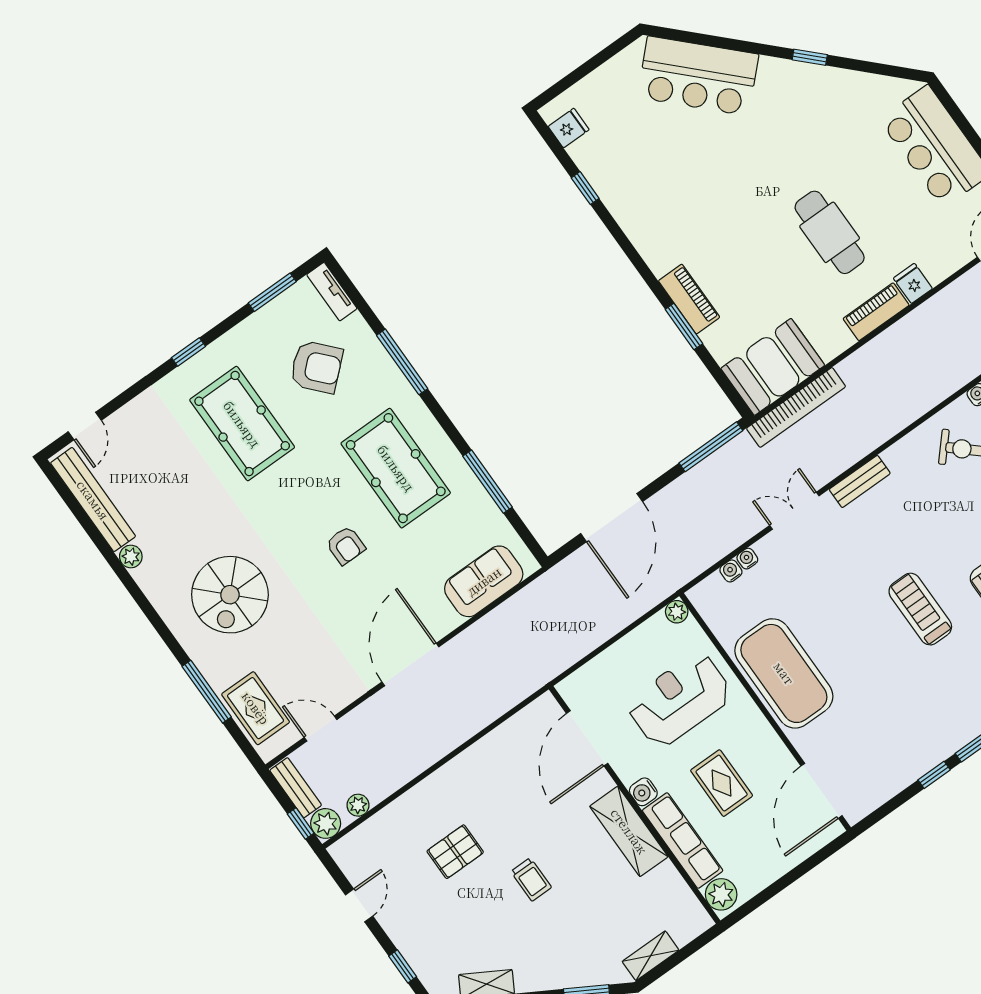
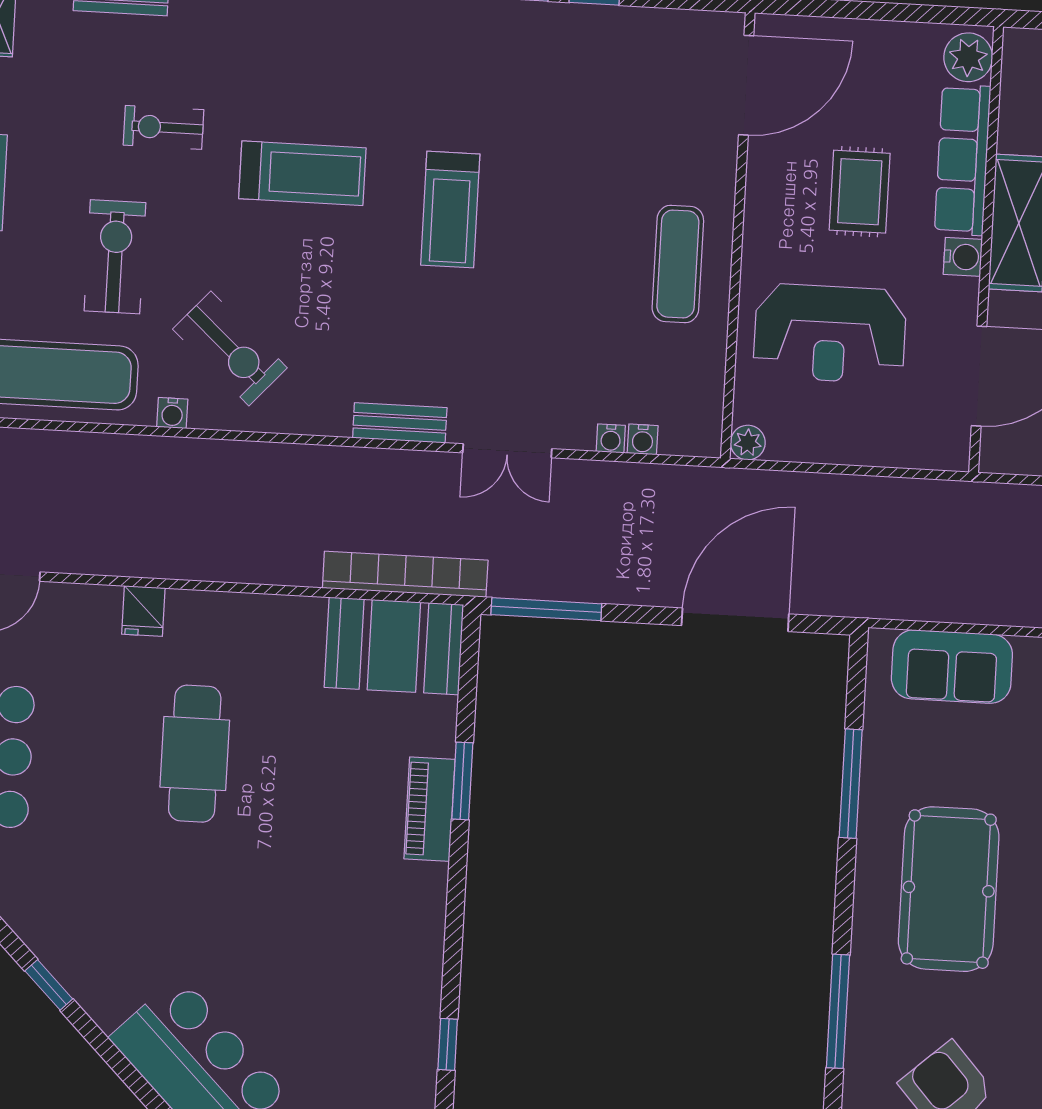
piano: (876, 312) -> (215, 612), removed
exercise mat: (784, 673) -> (678, 264), width x0.50, depth x0.69

